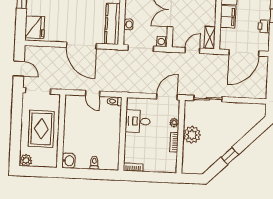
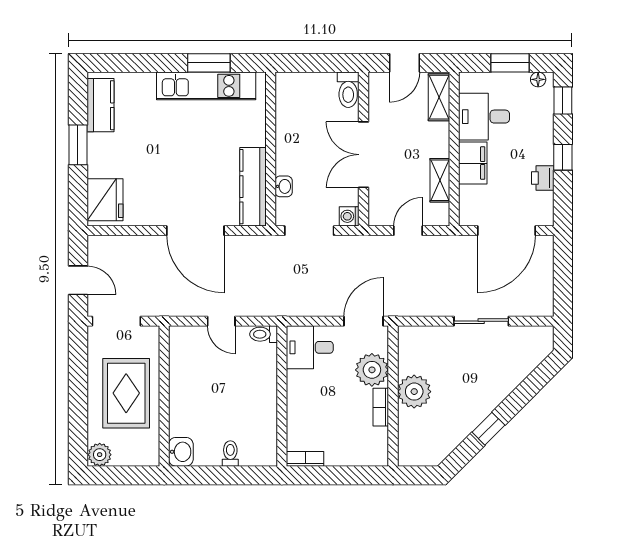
shelving: (210, 37) -> (440, 180), moved
sliding door: (208, 99) -> (481, 321), moved
desk: (138, 121) -> (310, 347), moved
plant: (174, 123) -> (372, 370), width x1.88, depth x1.88

